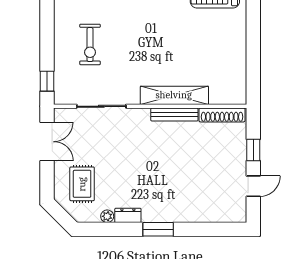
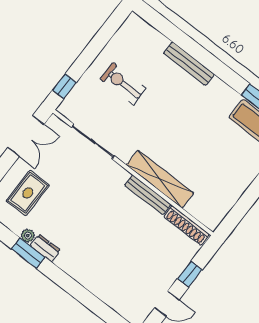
exercise bike: (90, 45) -> (123, 84), turned 90
window: (158, 229) -> (28, 253), moved

